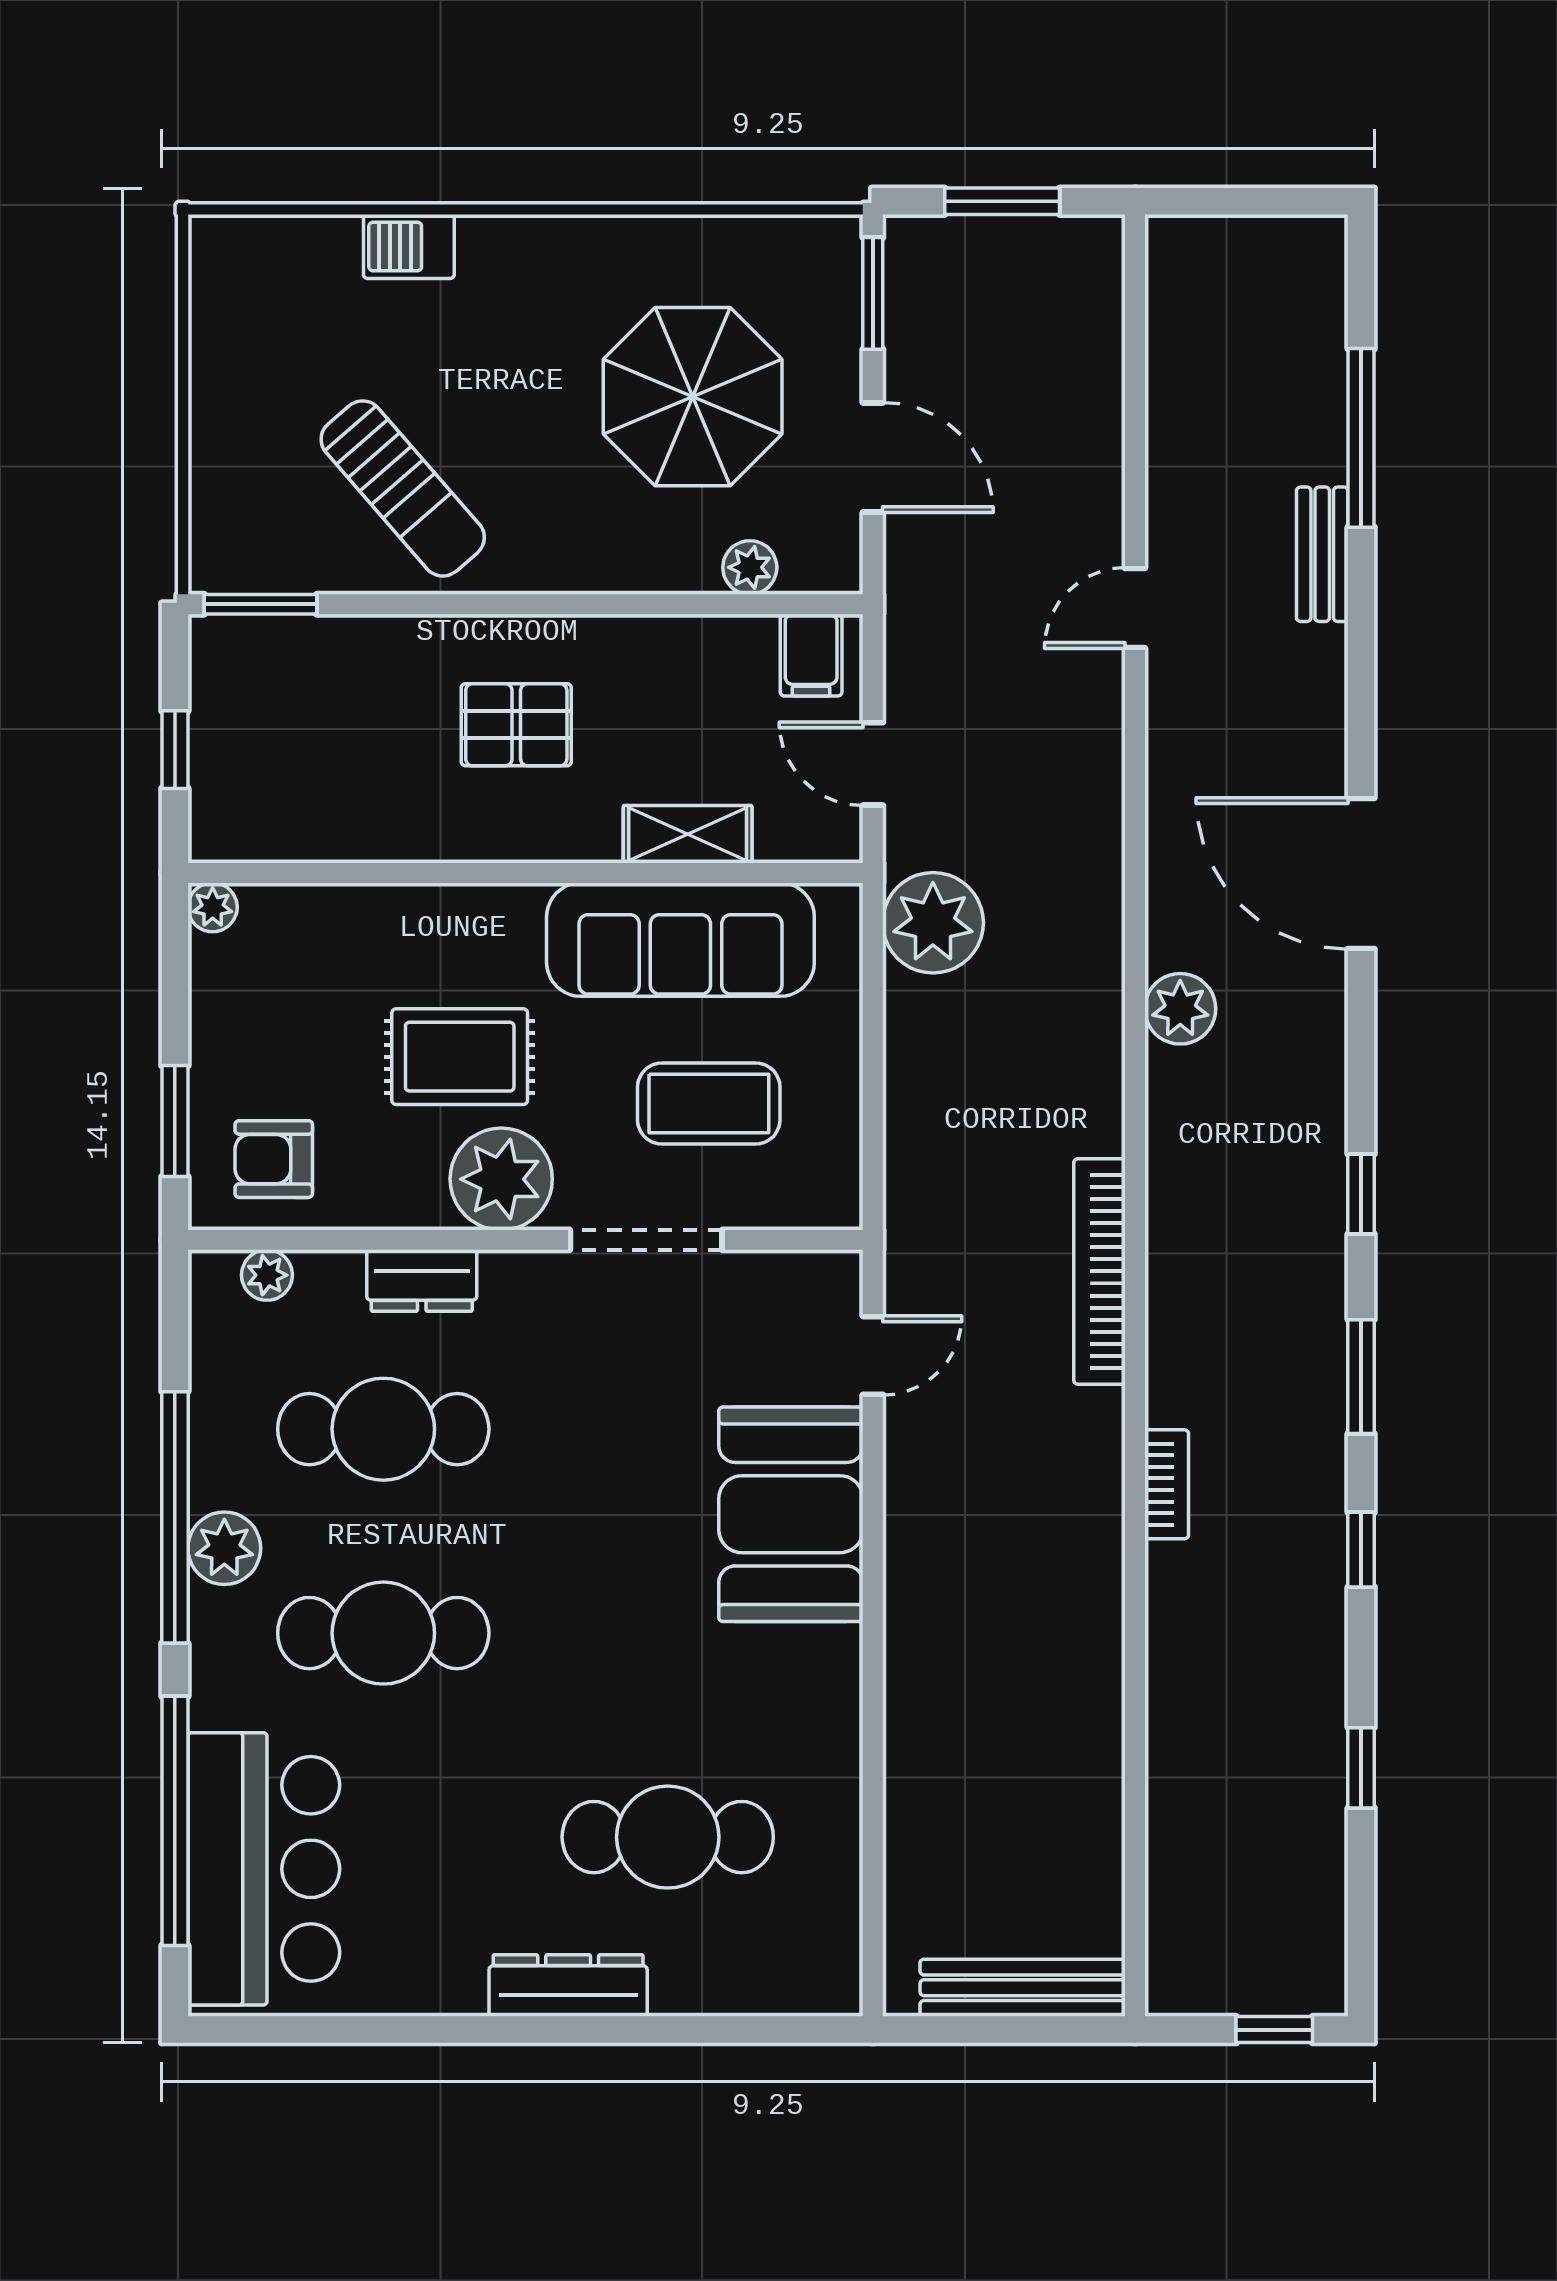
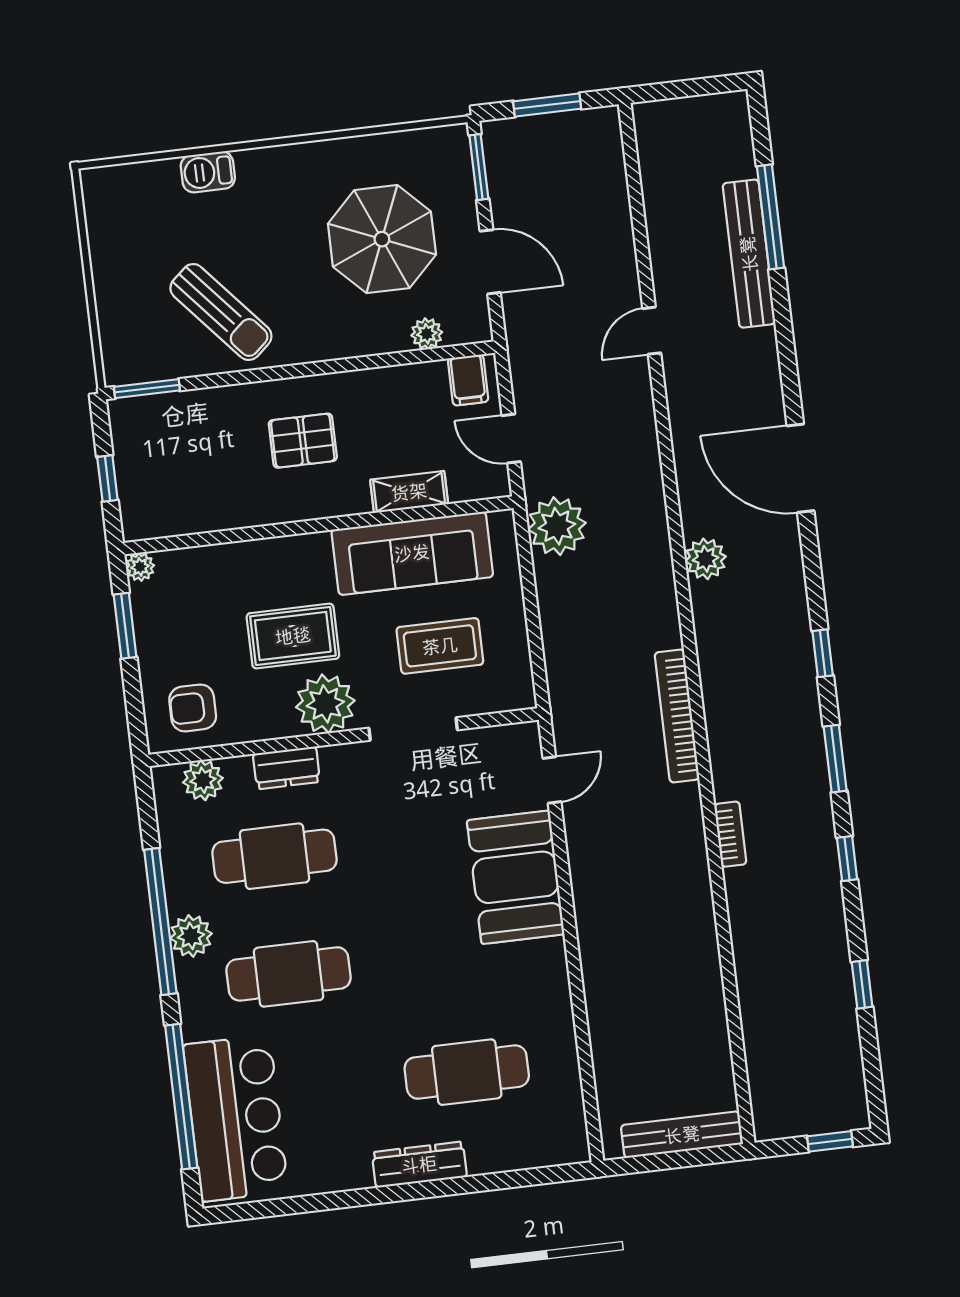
bench: (1322, 554) -> (749, 254), width x1.86, depth x1.21
window: (175, 1121) -> (125, 626), moved
plant: (267, 1275) -> (203, 780), width x1.38, depth x1.38

